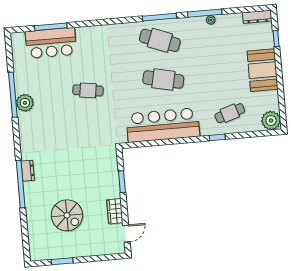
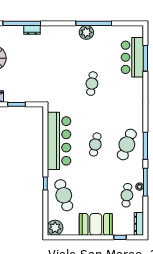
cafe table: (223, 35) -> (127, 195), added
cafe table: (163, 79) -> (95, 144), width x0.73, depth x0.74
cafe table: (230, 113) -> (64, 195), width x1.37, depth x1.35

